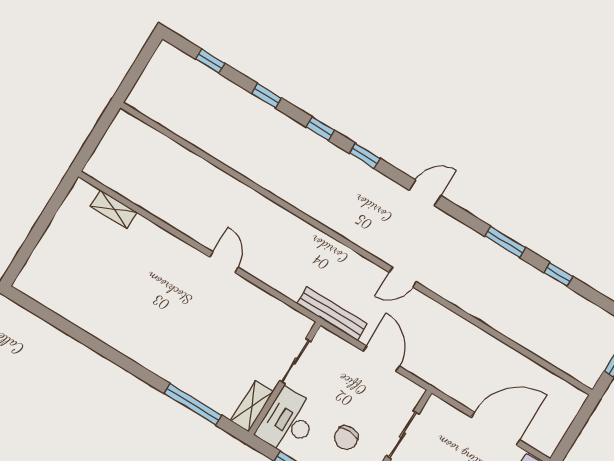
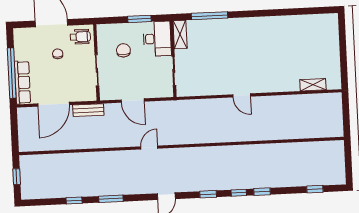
window: (266, 96) -> (262, 192), moved
bench: (332, 314) -> (88, 110), moved, width x0.73

